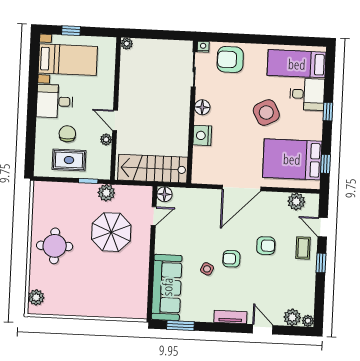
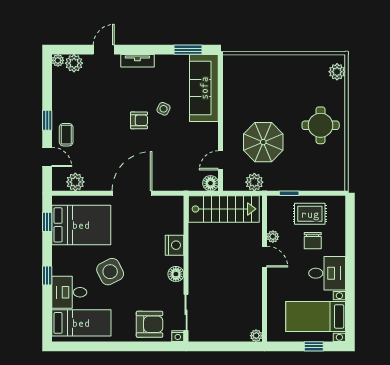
plant: (106, 193) -> (254, 182), moved
armchair: (266, 246) -> (104, 135), removed
door: (263, 329) -> (104, 50), swing flipped

